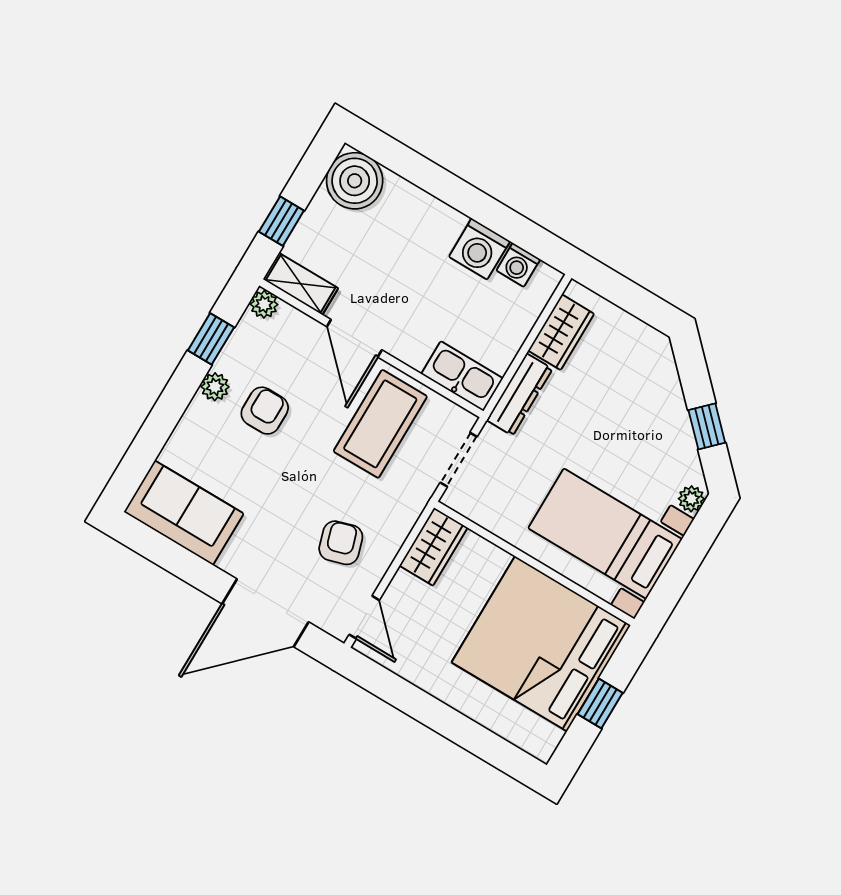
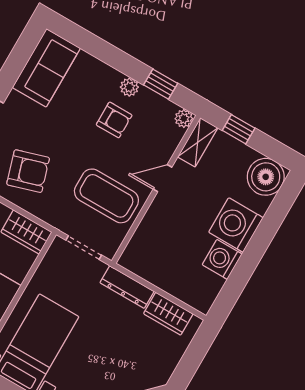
washing machine: (518, 265) -> (236, 225), moved, width x1.89, depth x1.89
door: (354, 338) -> (162, 178), width x0.73
kitchen sink: (462, 376) -> (139, 249), removed
armchair: (341, 543) -> (28, 171), width x1.38, depth x1.38

